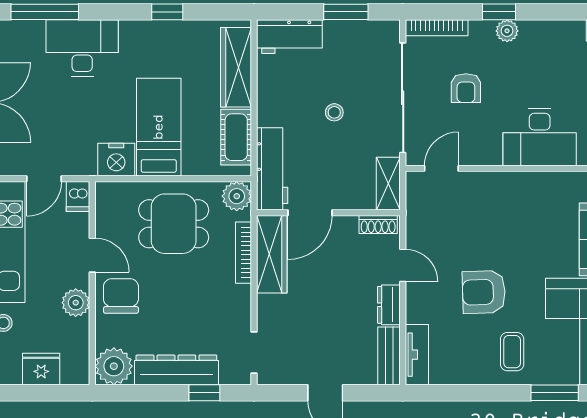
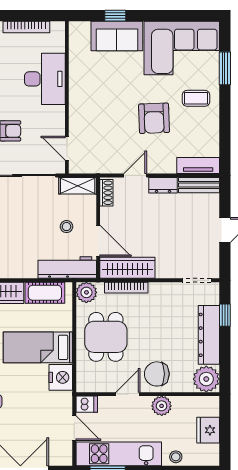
stool: (334, 112) -> (67, 227), moved

